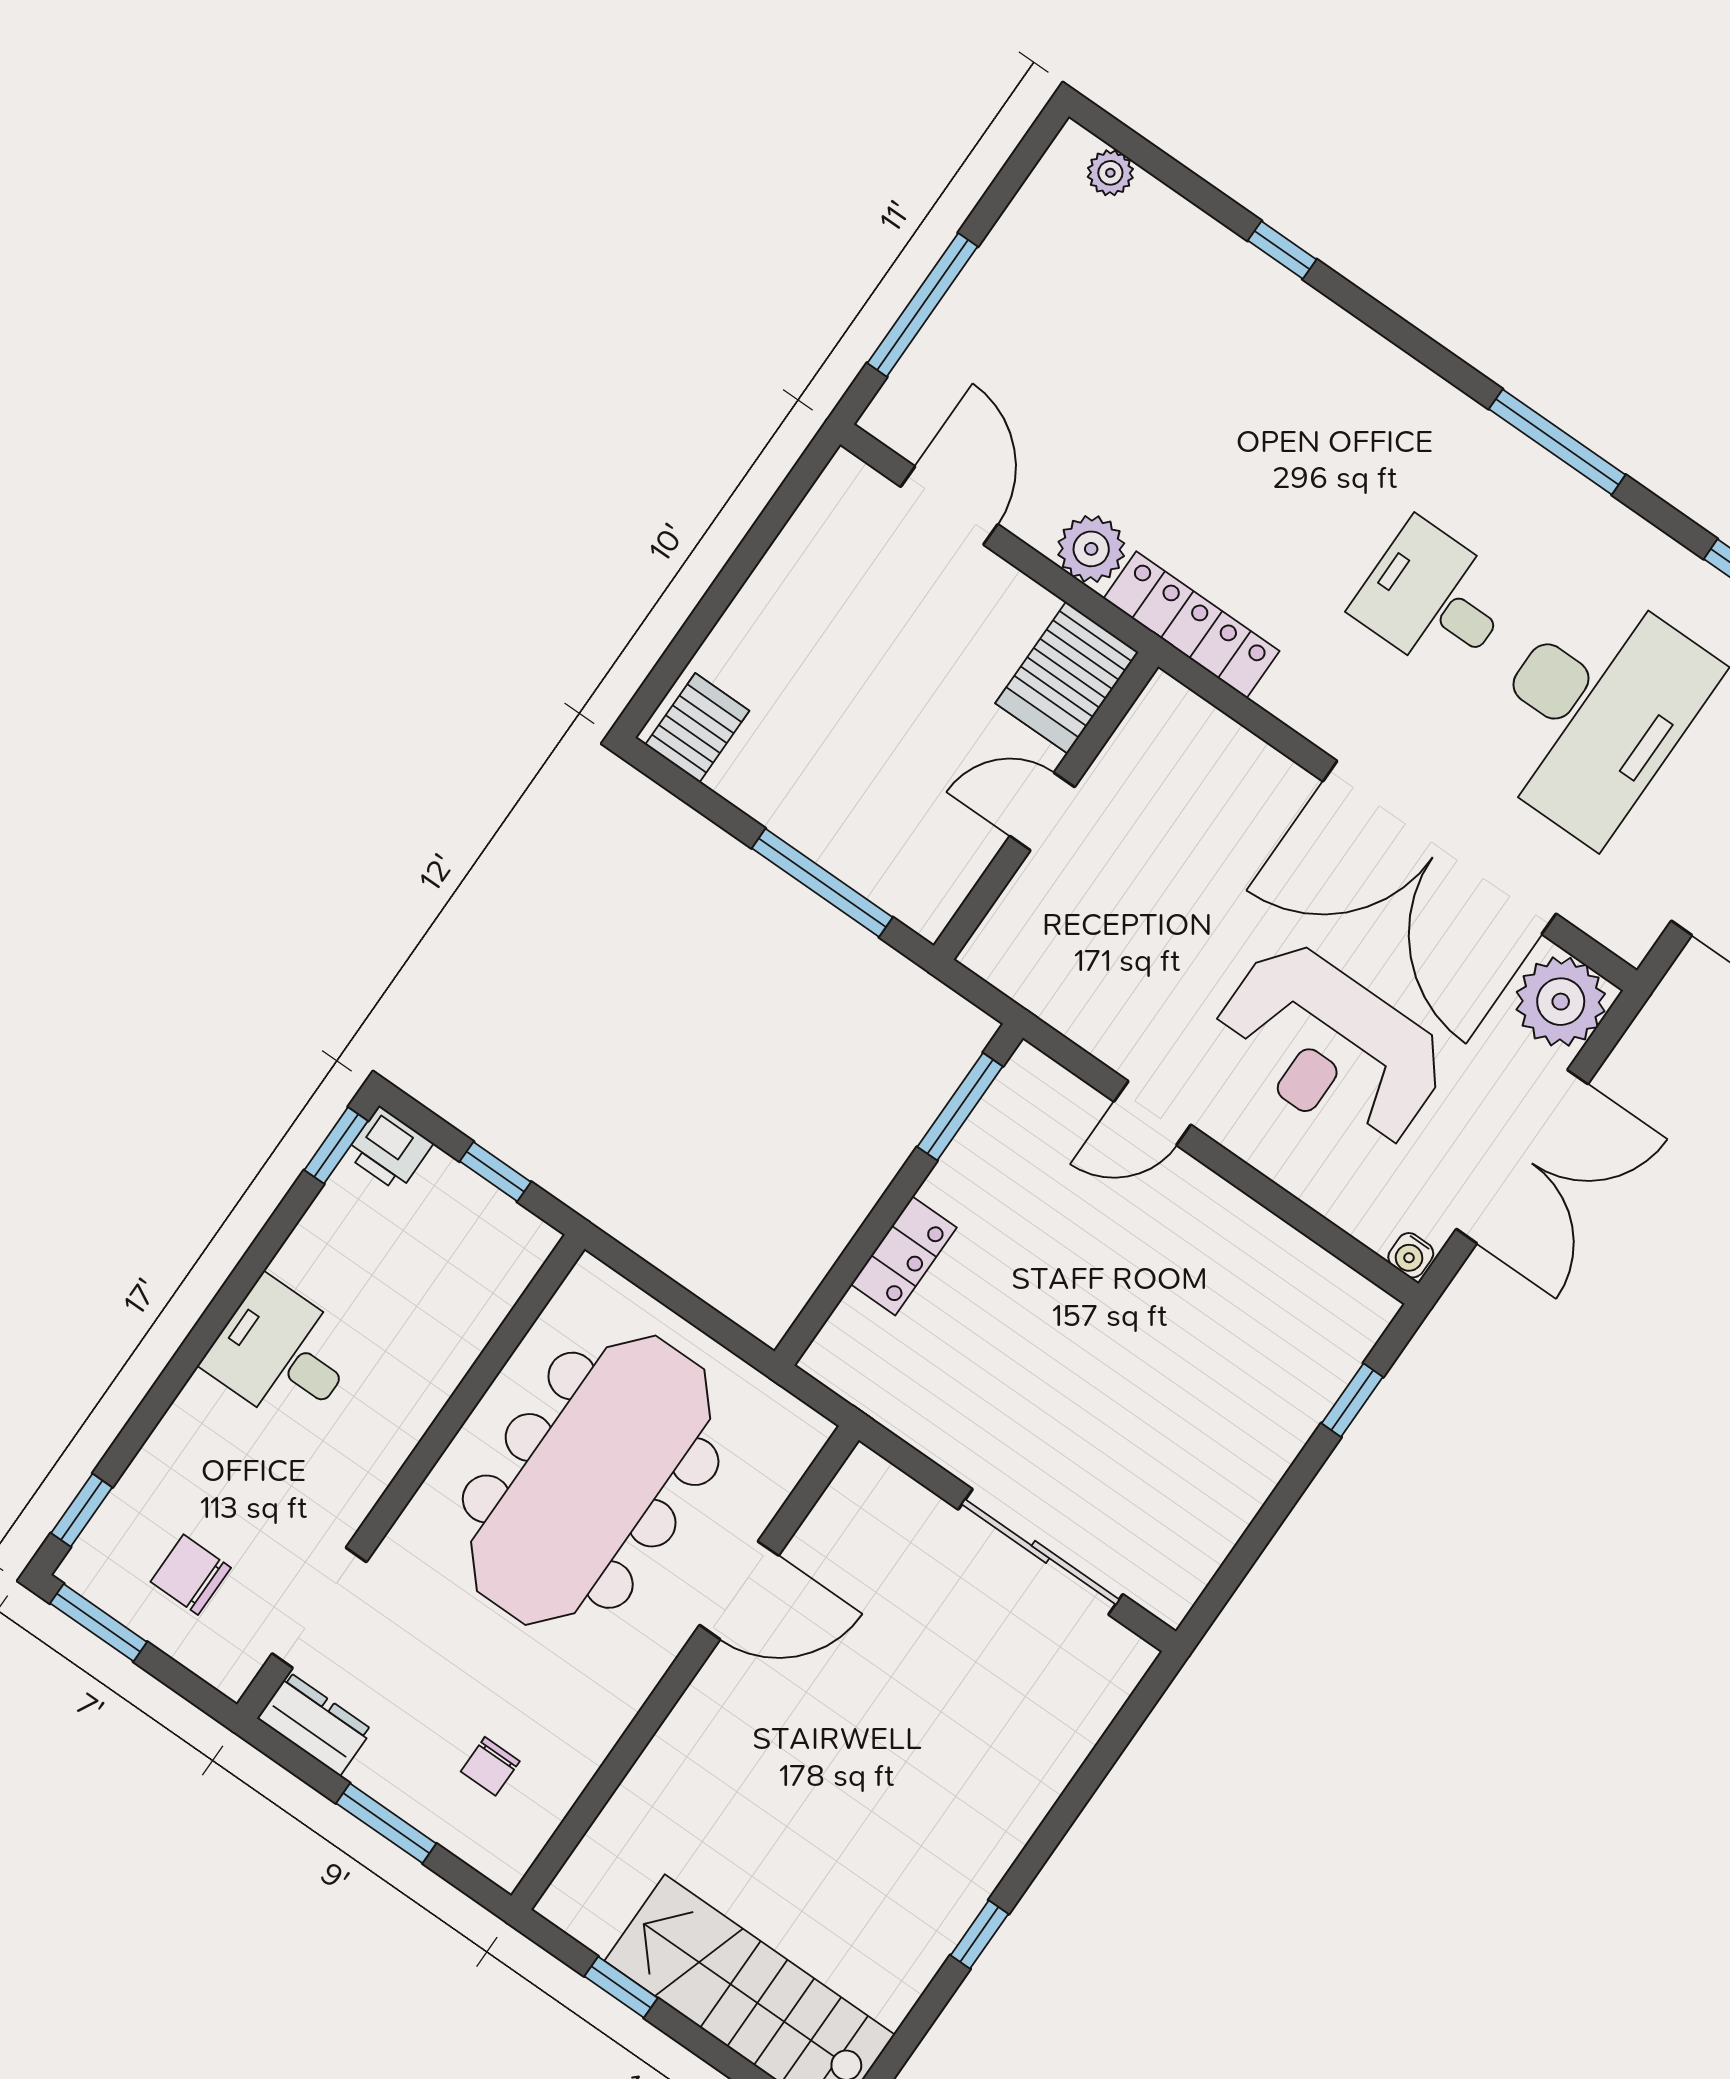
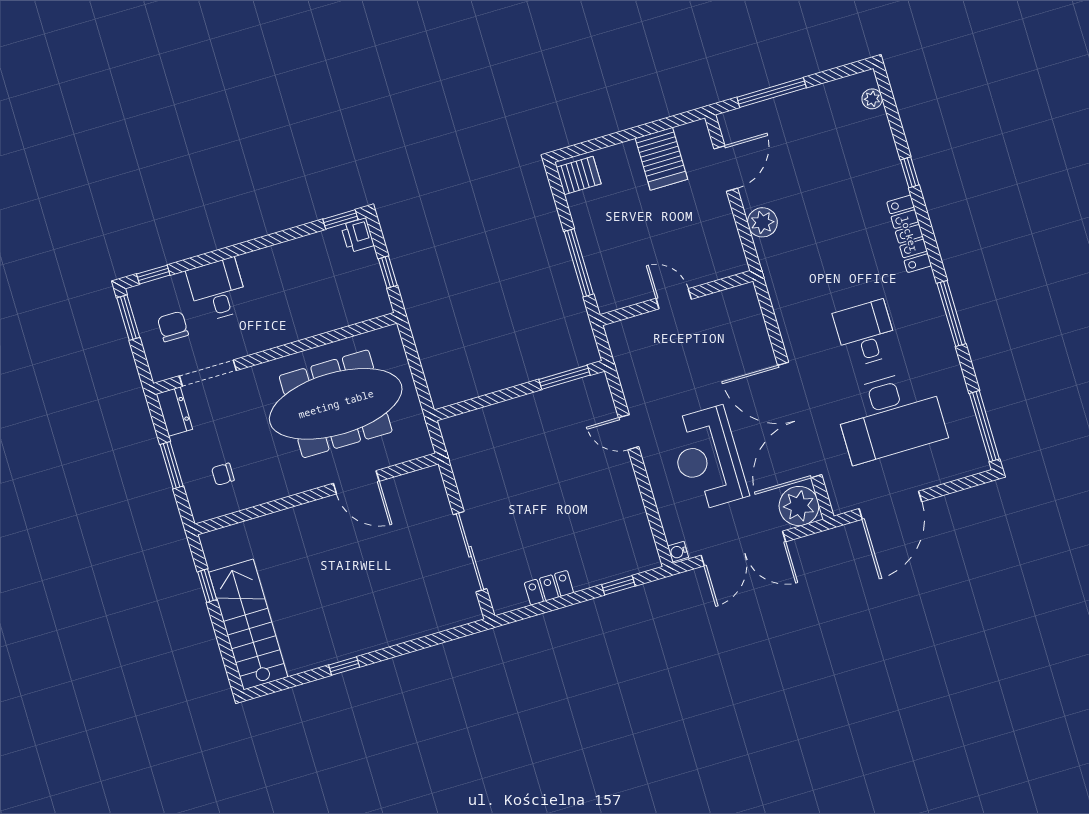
locker: (1191, 625) -> (909, 234), moved, turned 180
server rack: (1067, 678) -> (661, 159), moved, turned -90
locker: (904, 1256) -> (549, 588), moved, turned 180
desk: (282, 1354) -> (217, 290), moved

